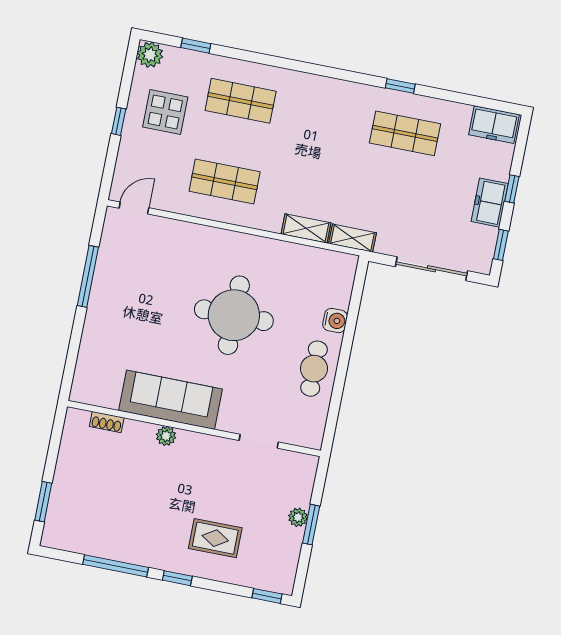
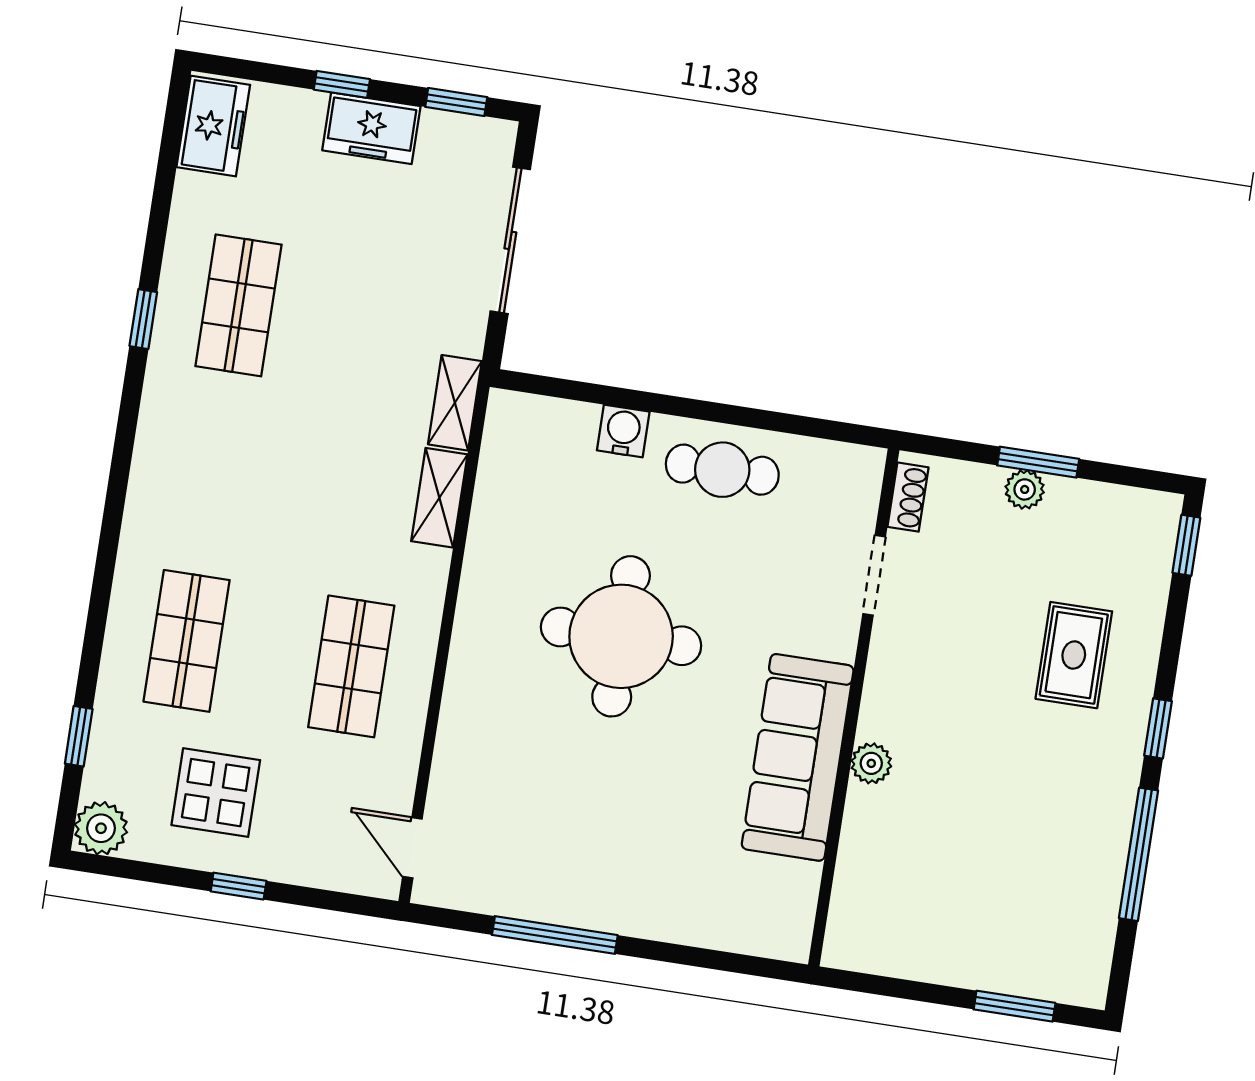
shoe rack: (107, 422) -> (908, 497), moved

